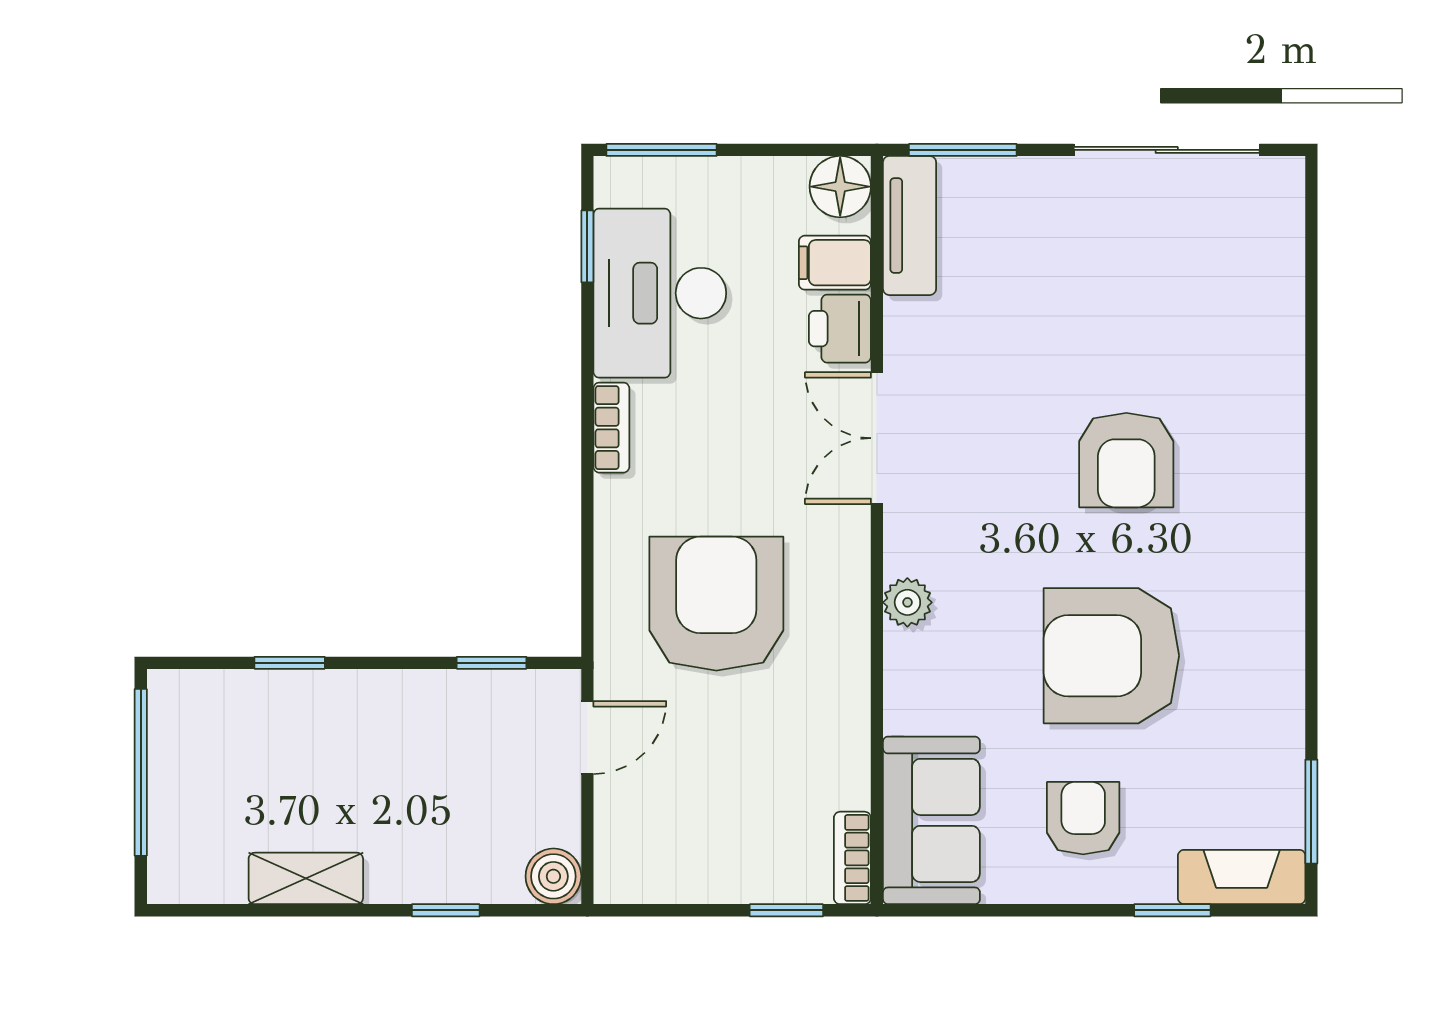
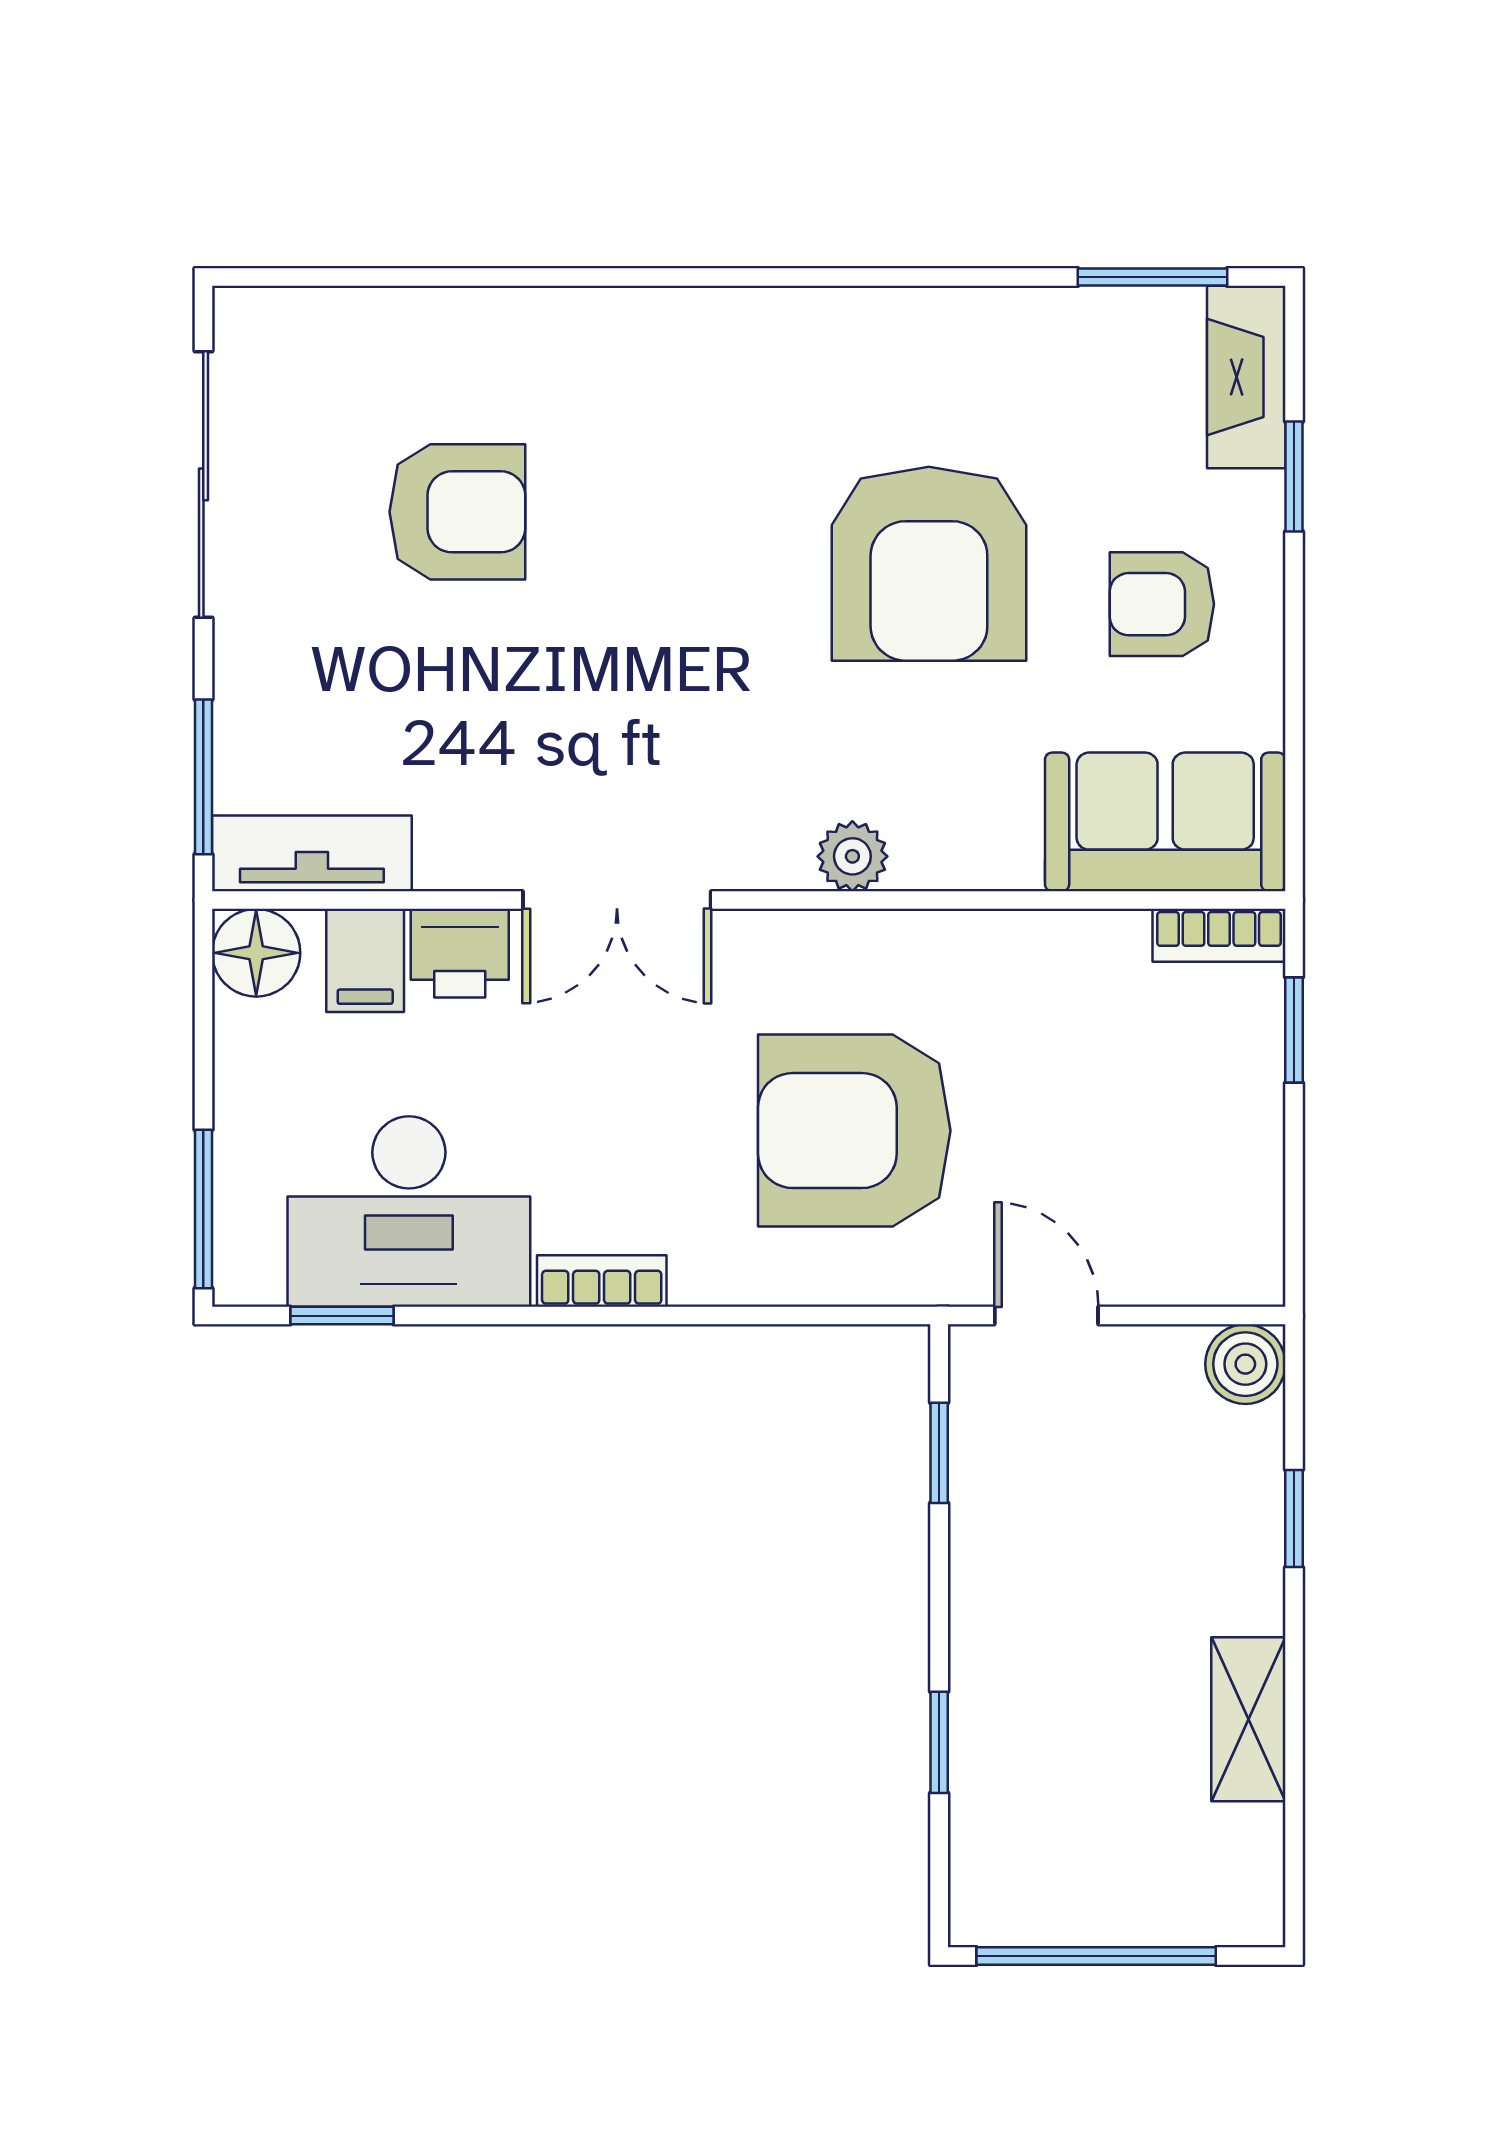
armchair: (1126, 460) -> (457, 512), moved

